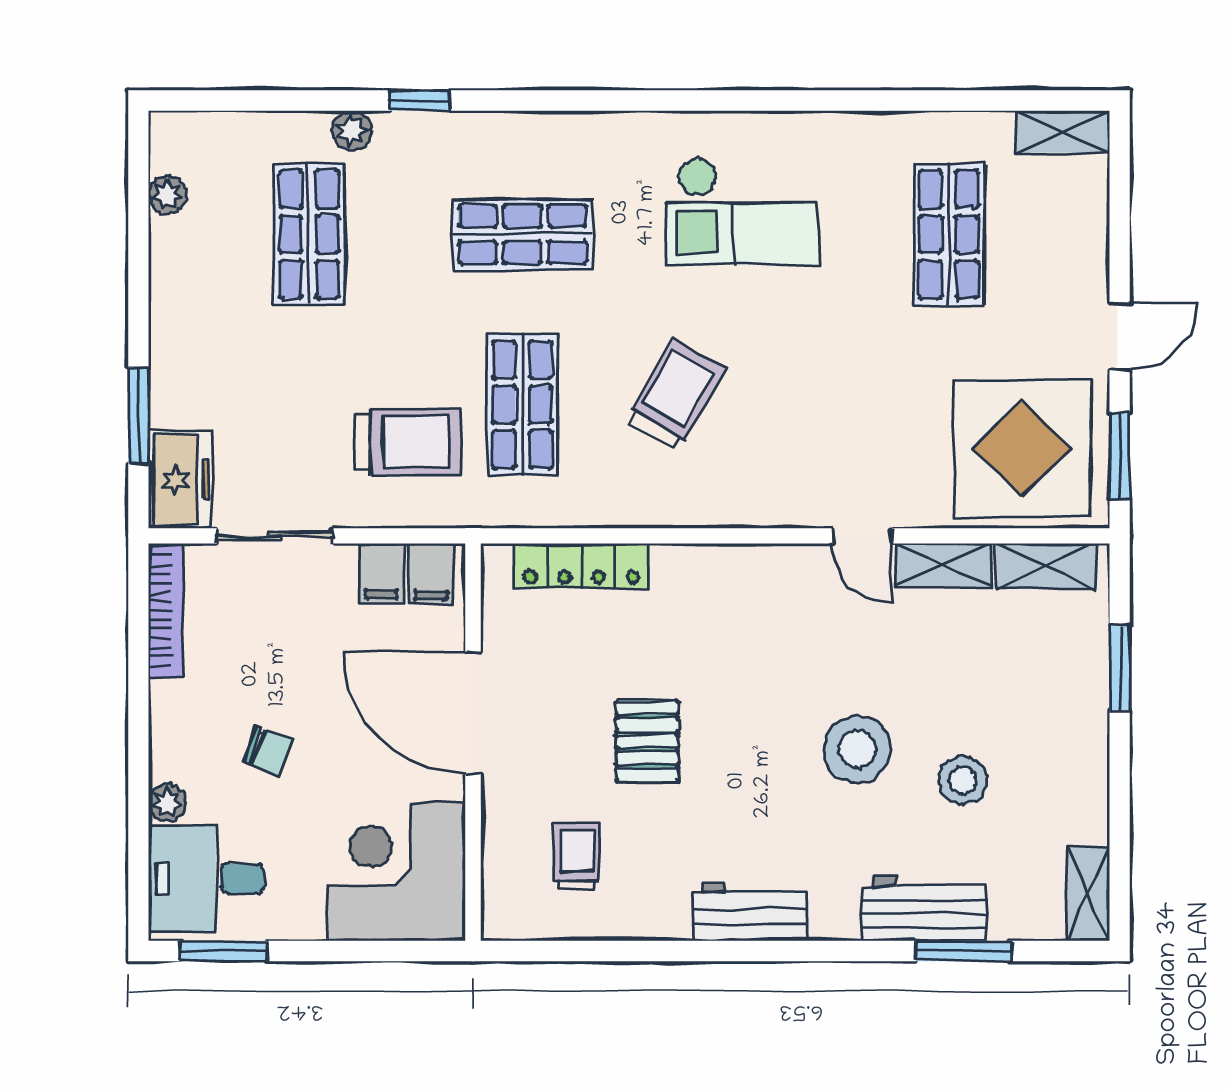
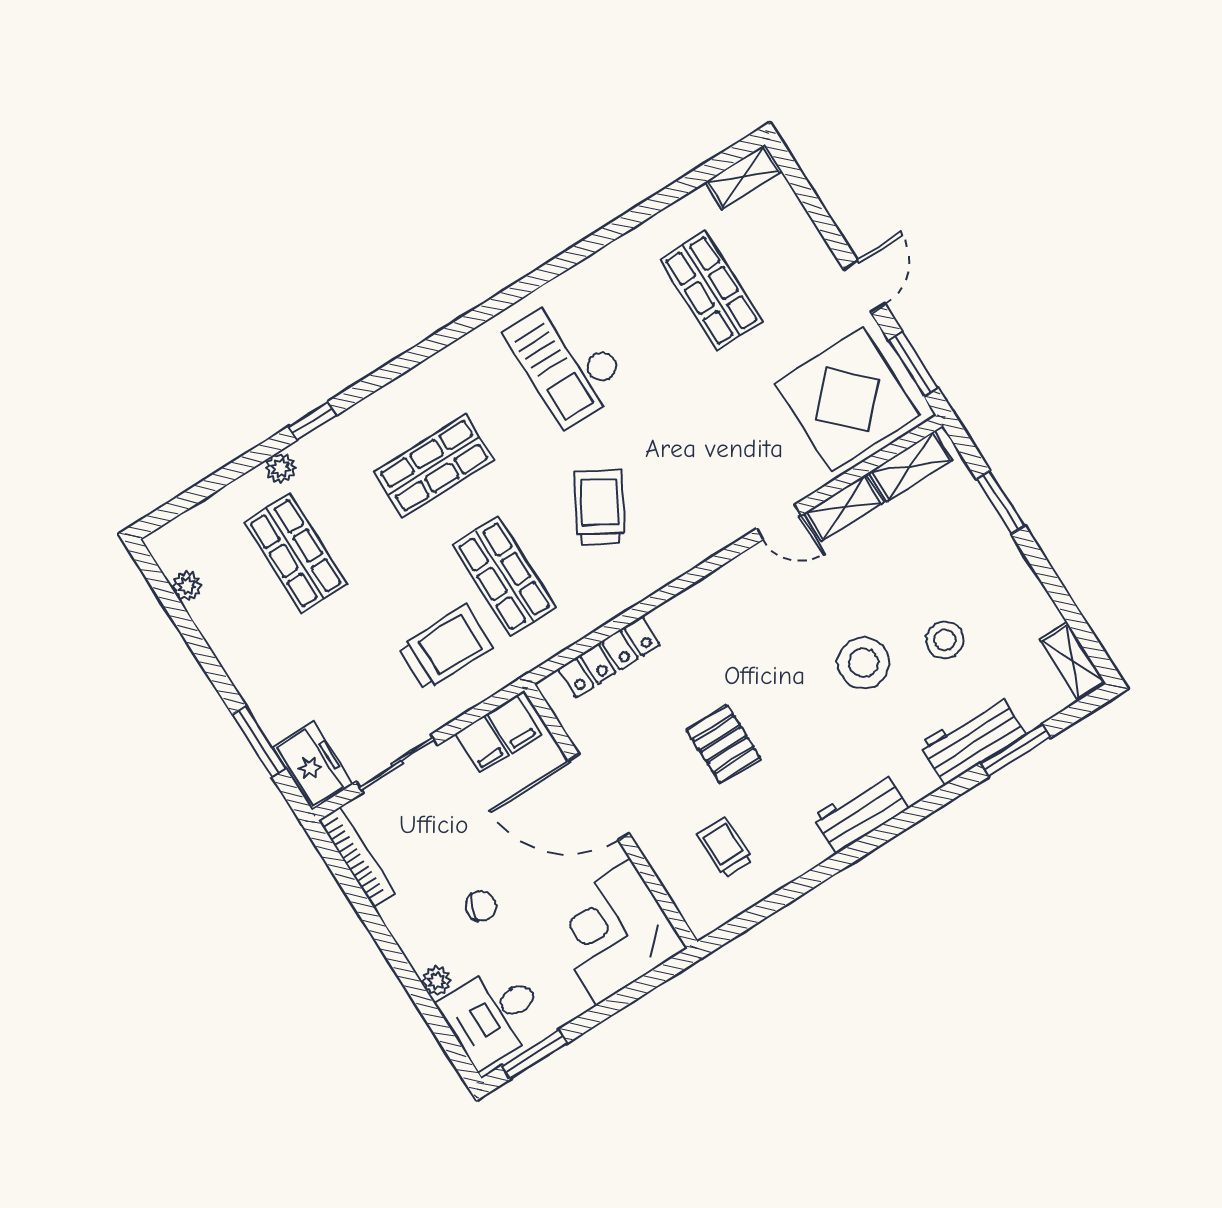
checkout: (742, 211) -> (567, 361), turned 90

